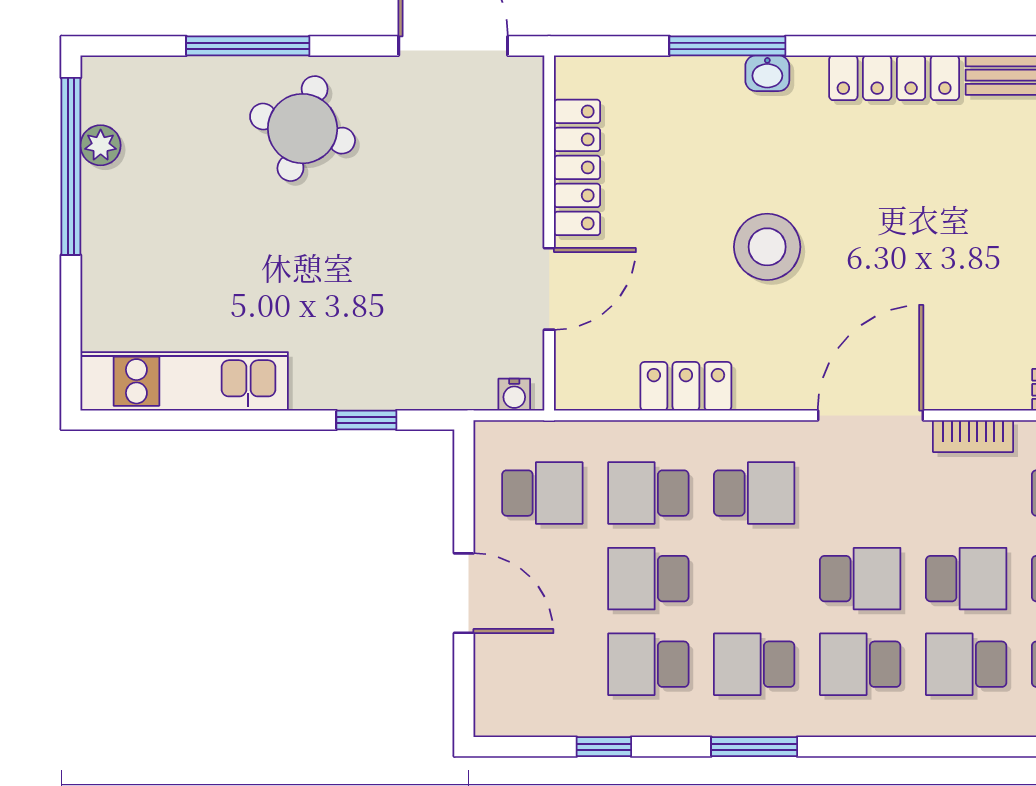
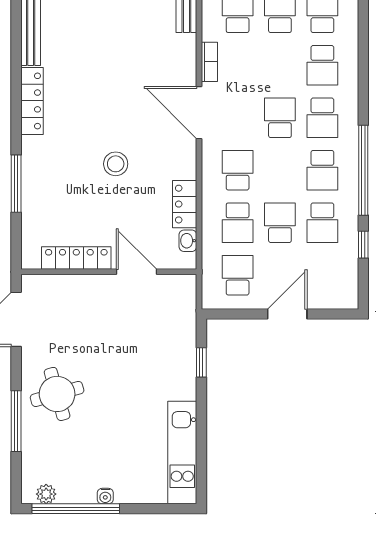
washbasin: (767, 73) -> (188, 241), moved, turned 180
round table: (303, 129) -> (57, 394), turned -33
plant: (101, 145) -> (46, 494), moved
stool: (767, 247) -> (116, 164), width x0.73, depth x0.73
water cooler: (514, 395) -> (105, 496), moved, turned 90
school desk: (648, 579) -> (280, 223), turned 180
school desk: (966, 579) -> (280, 65), removed
window: (754, 747) -> (363, 170), width x2.11

